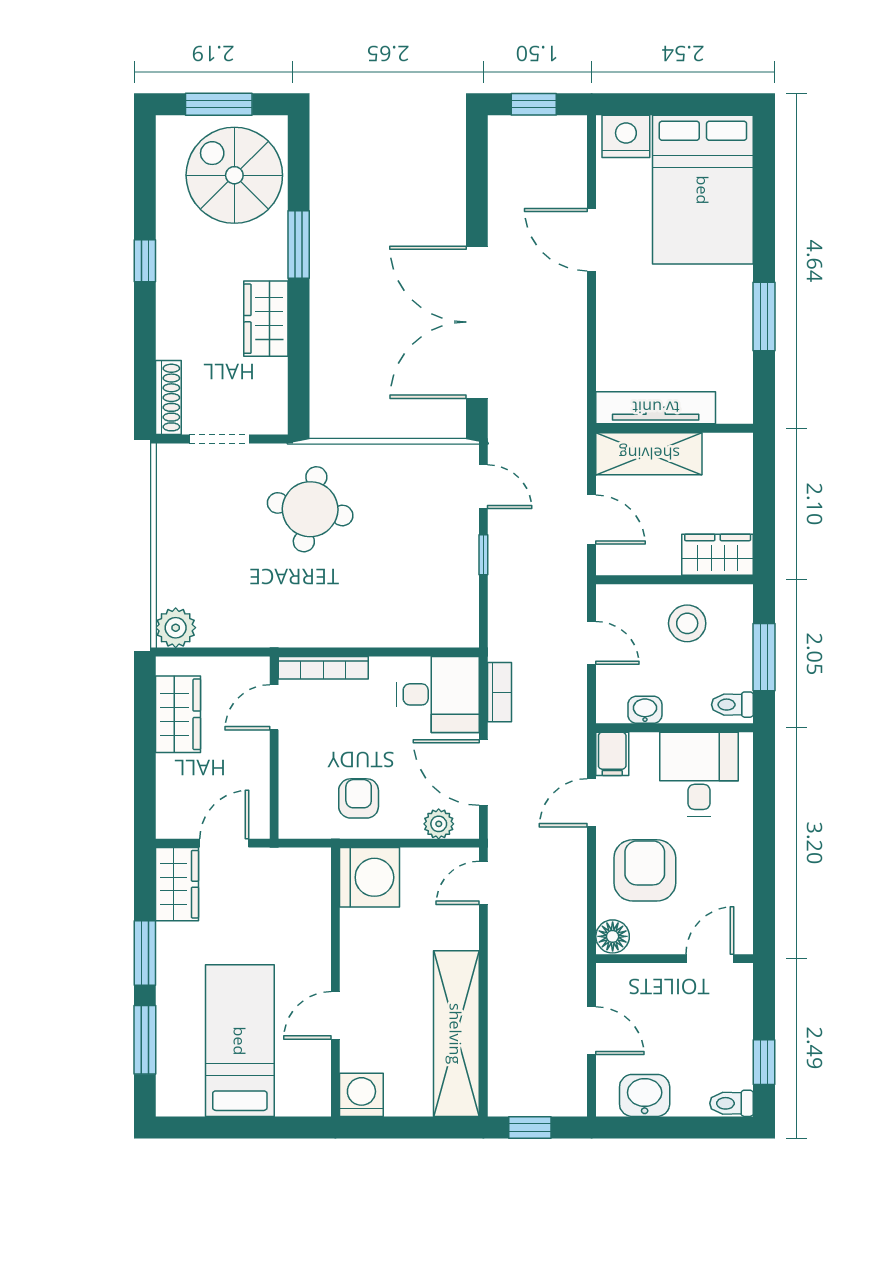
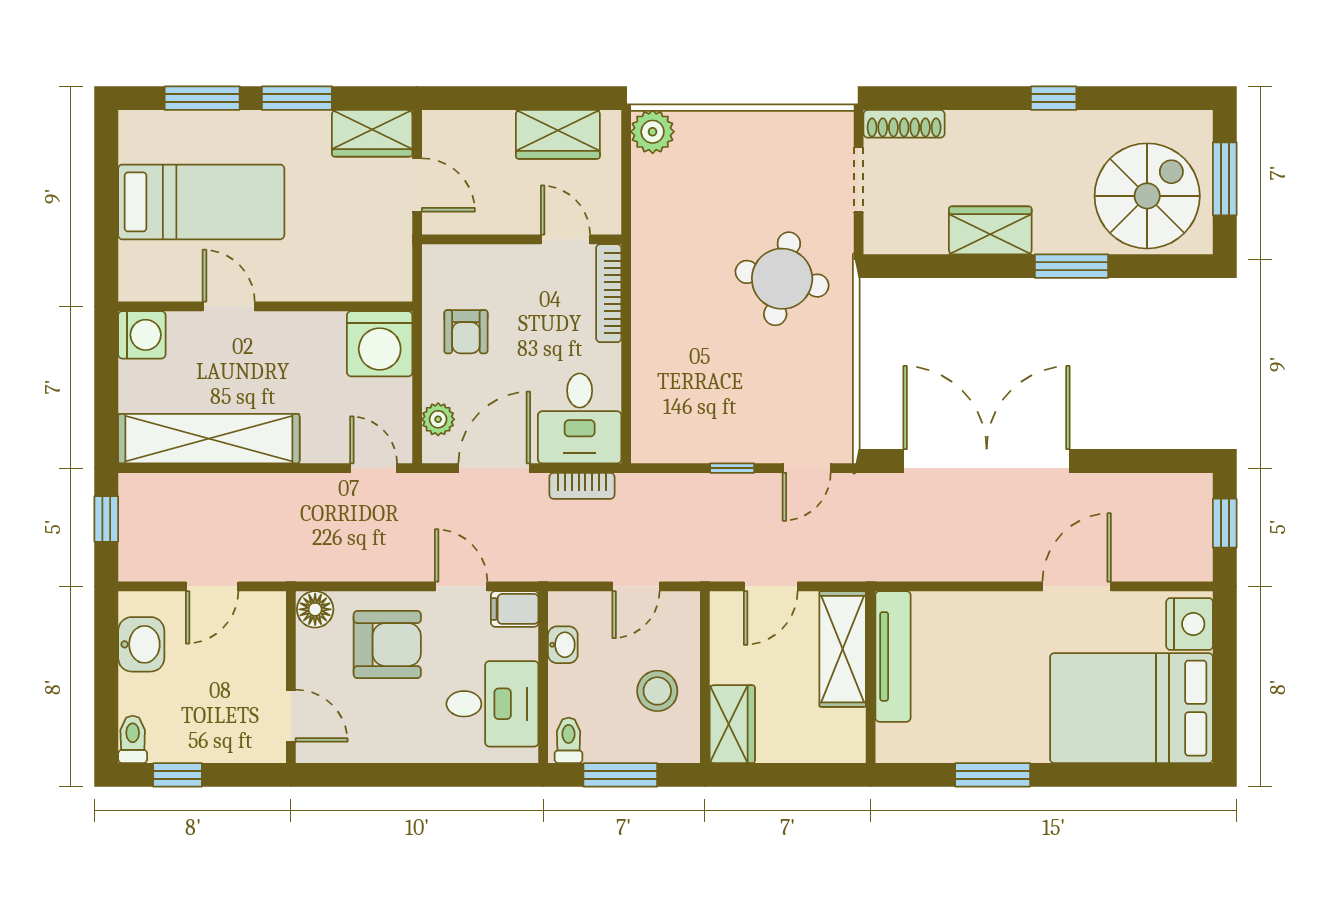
armchair: (359, 798) -> (466, 332), turned 90

